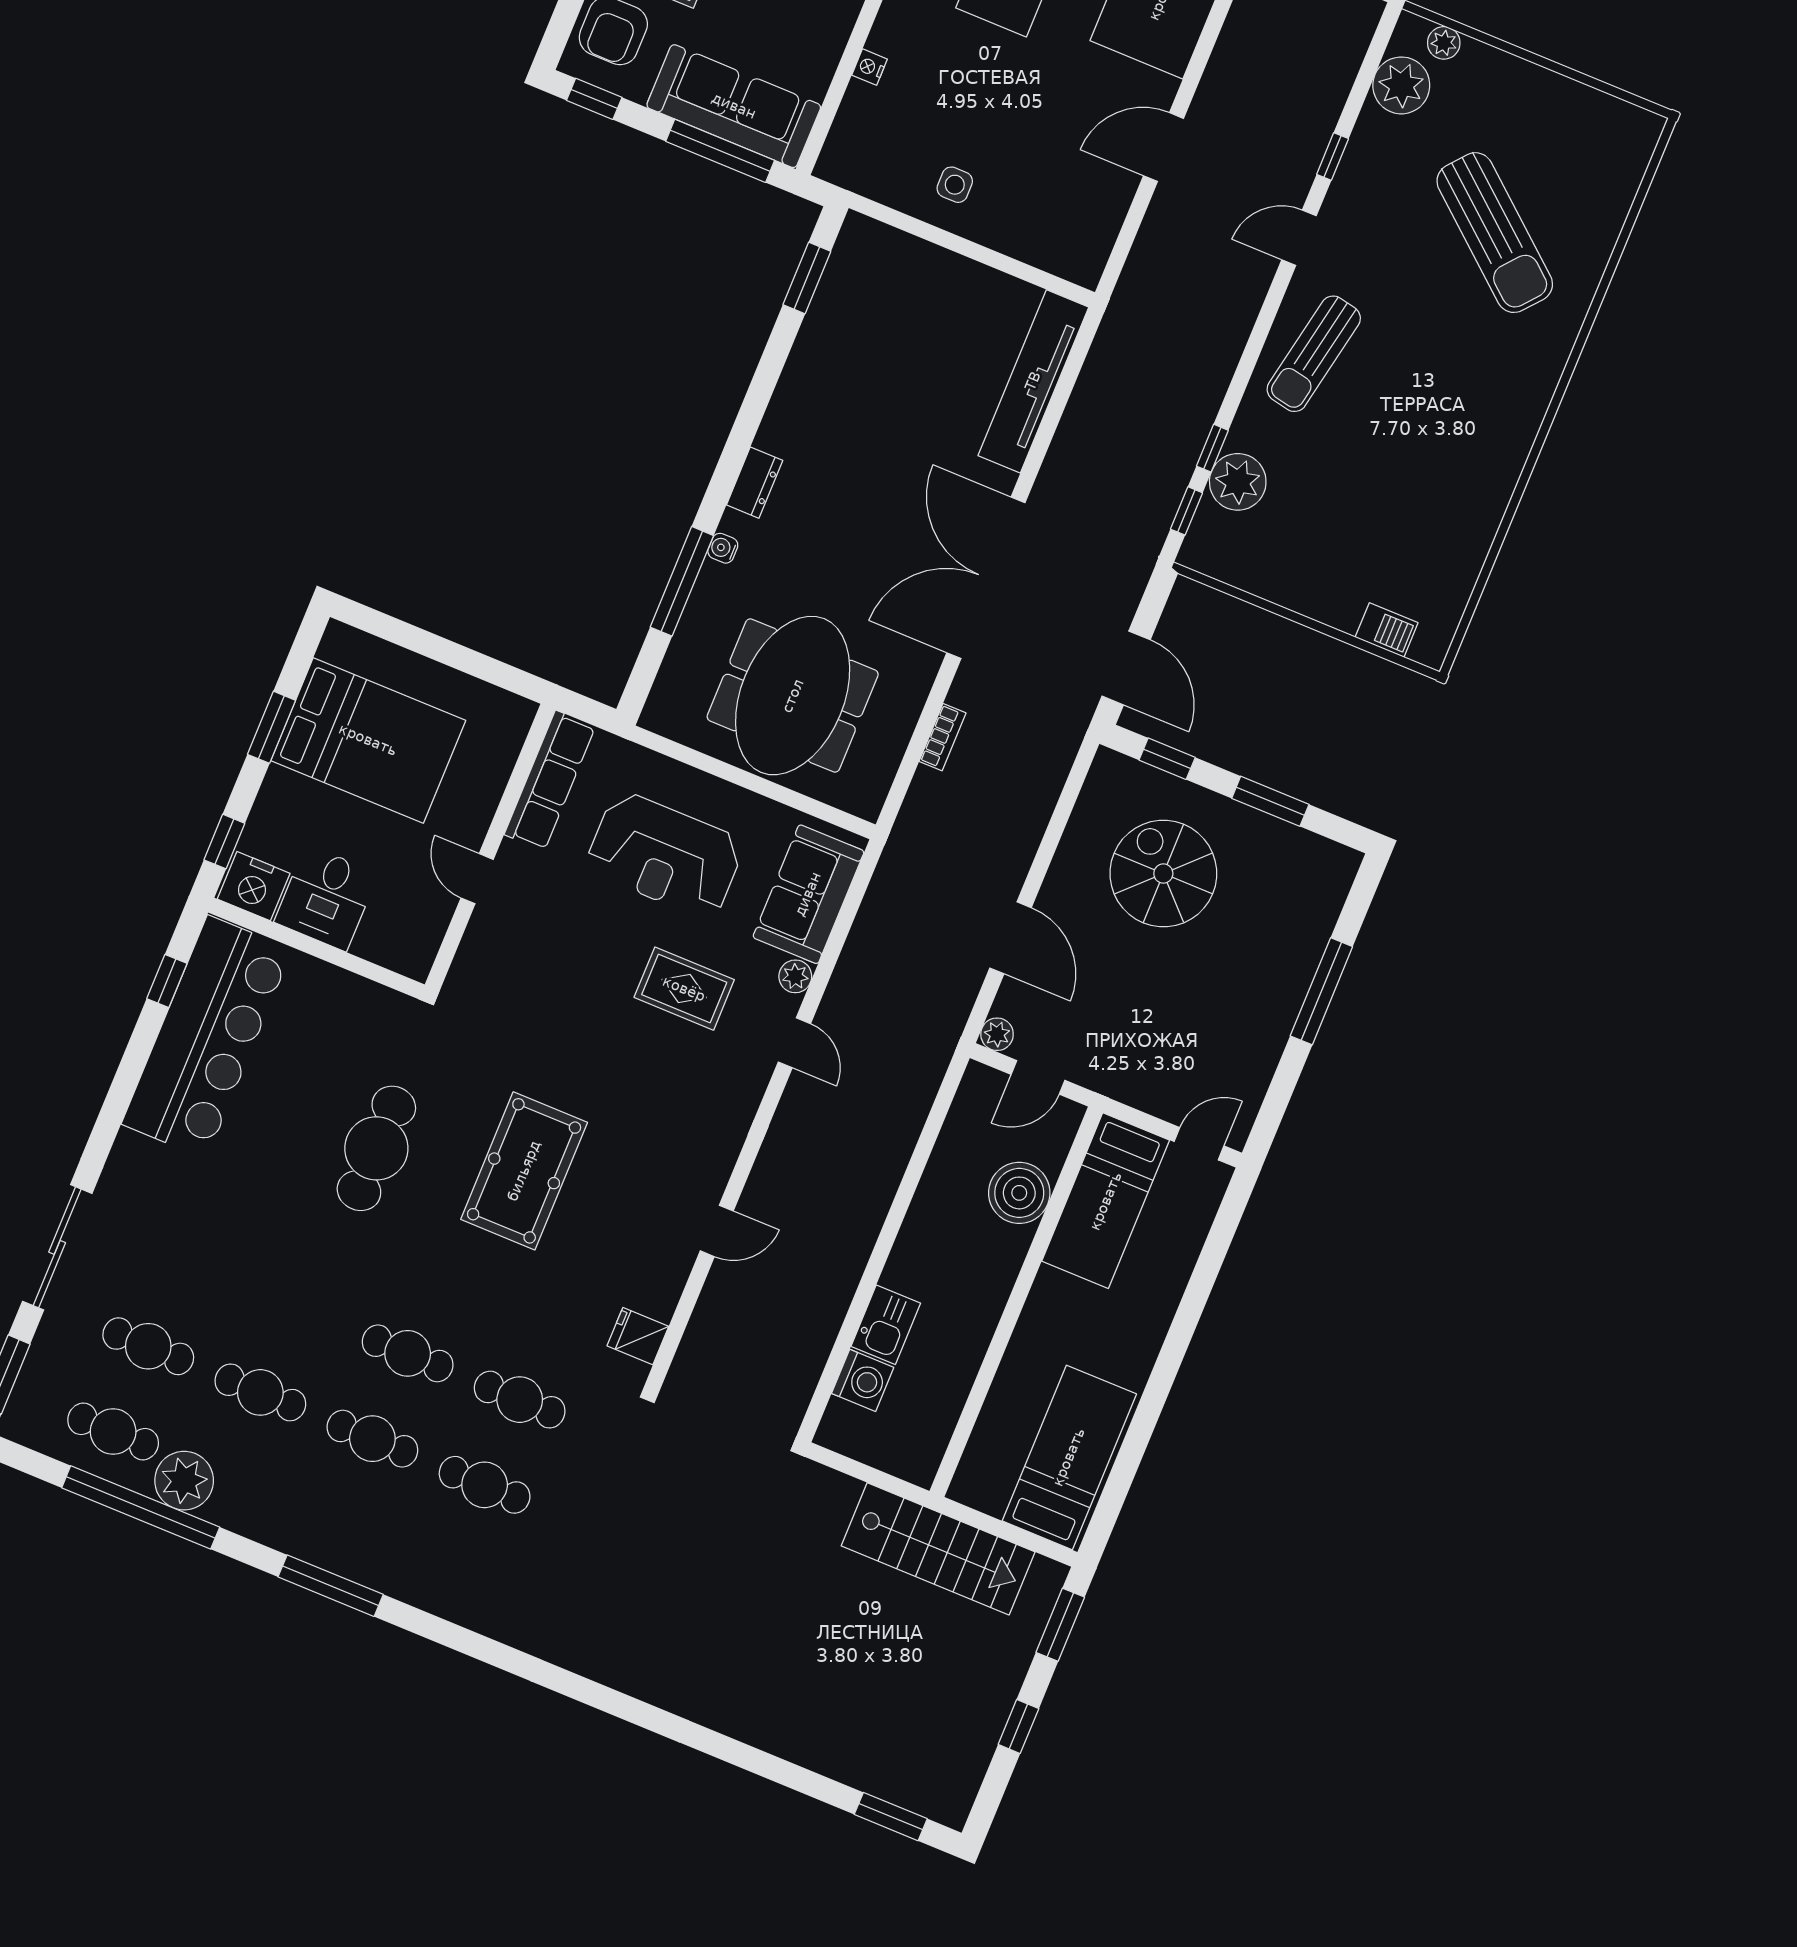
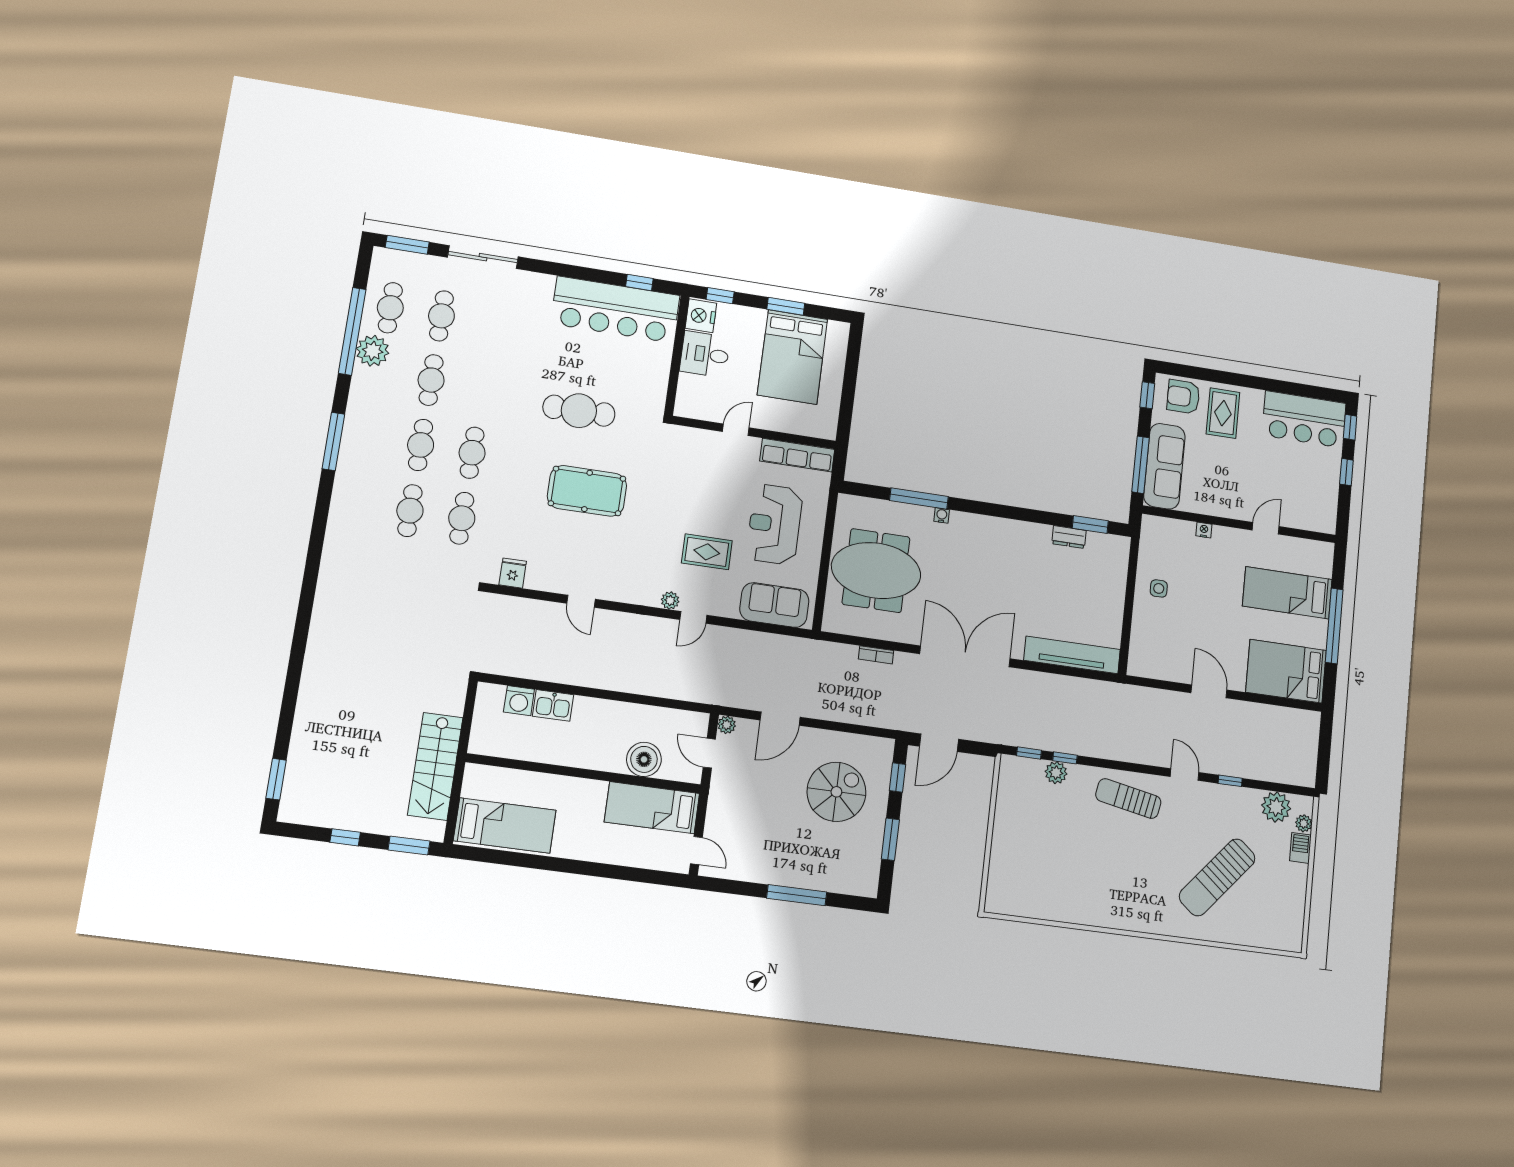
plant: (1238, 482) -> (1056, 773), width x0.73, depth x0.73
dresser: (755, 483) -> (1069, 537), moved
barbecue: (1387, 630) -> (1300, 848), moved, turned 180
plant: (795, 976) -> (670, 601), moved
rug: (684, 989) -> (707, 552), turned 90

